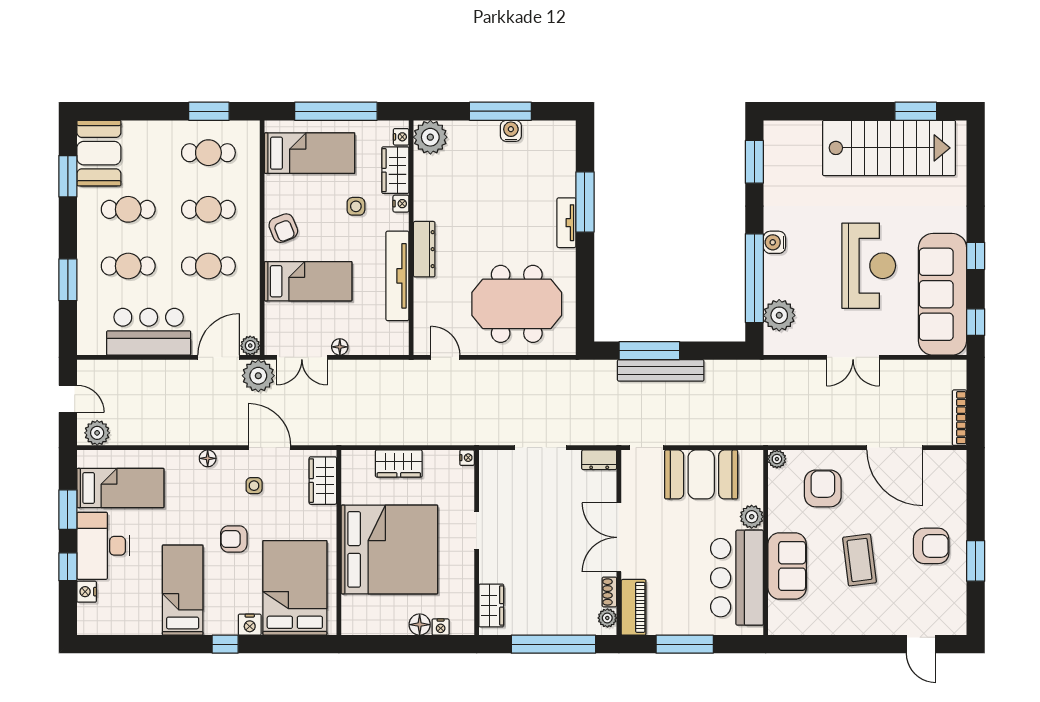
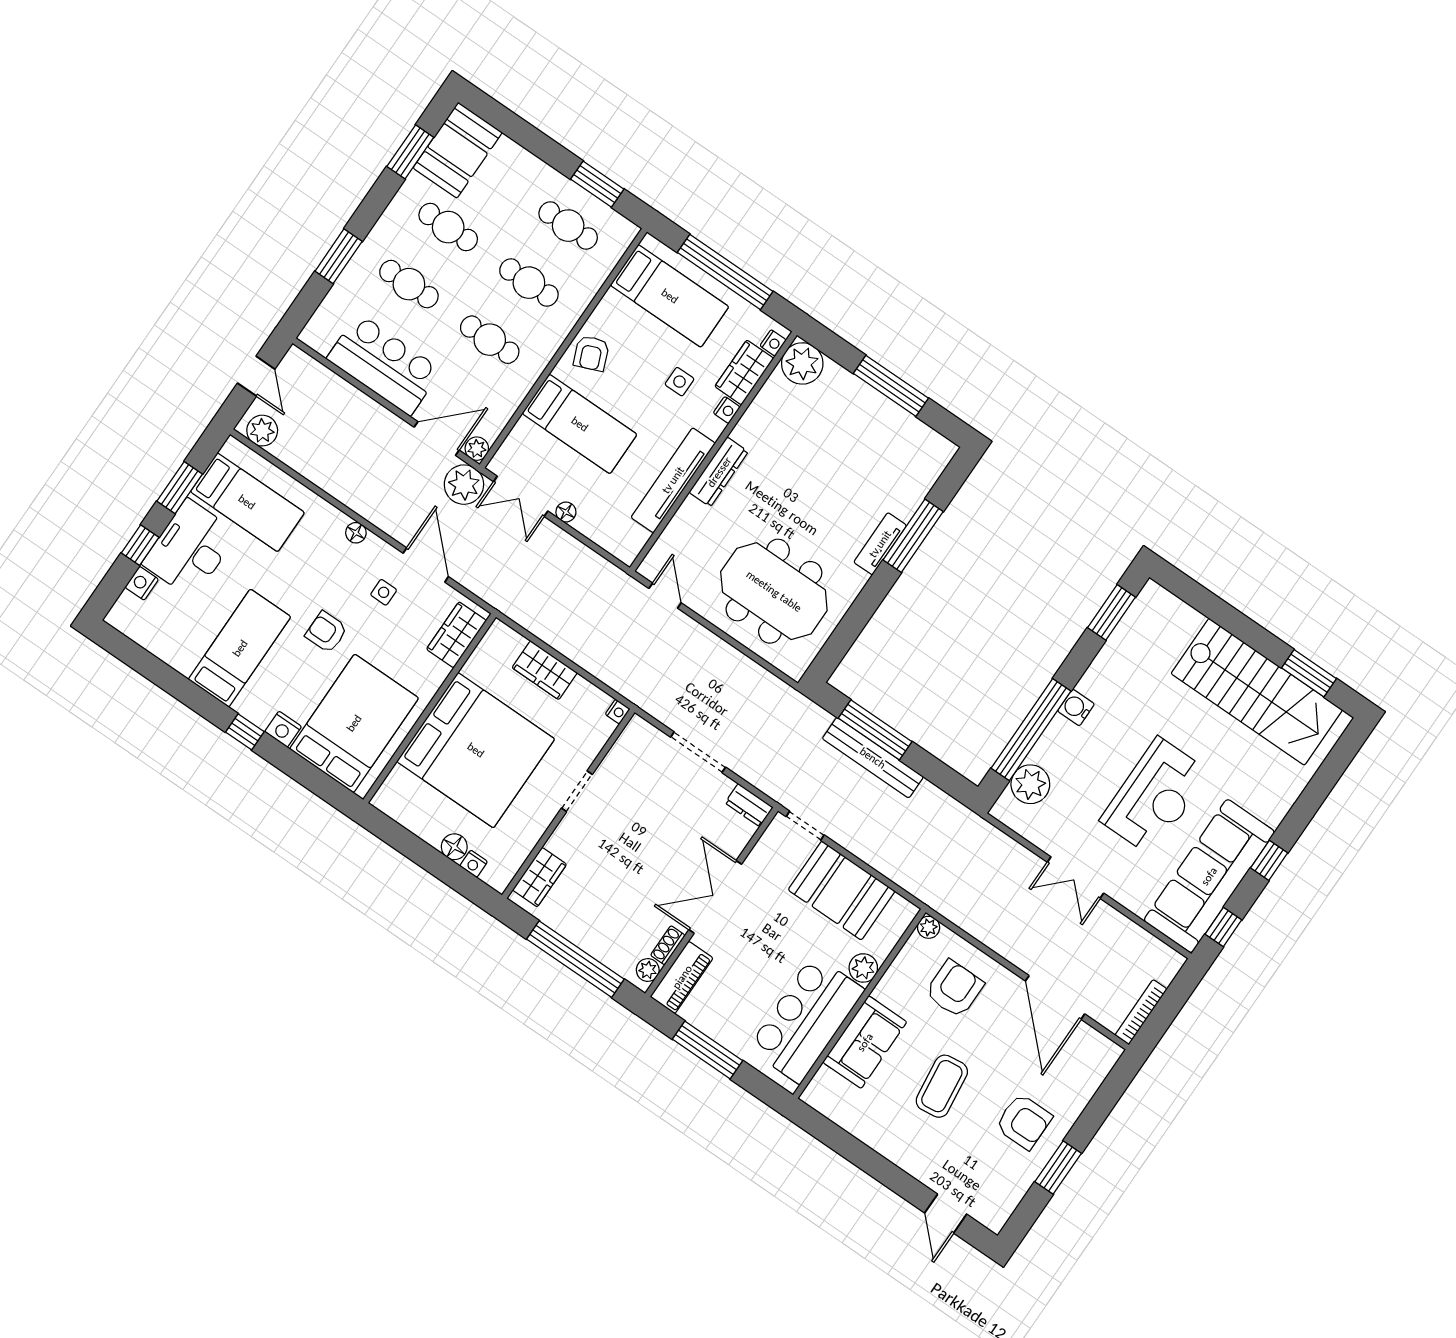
water cooler: (511, 131) -> (888, 413), removed

